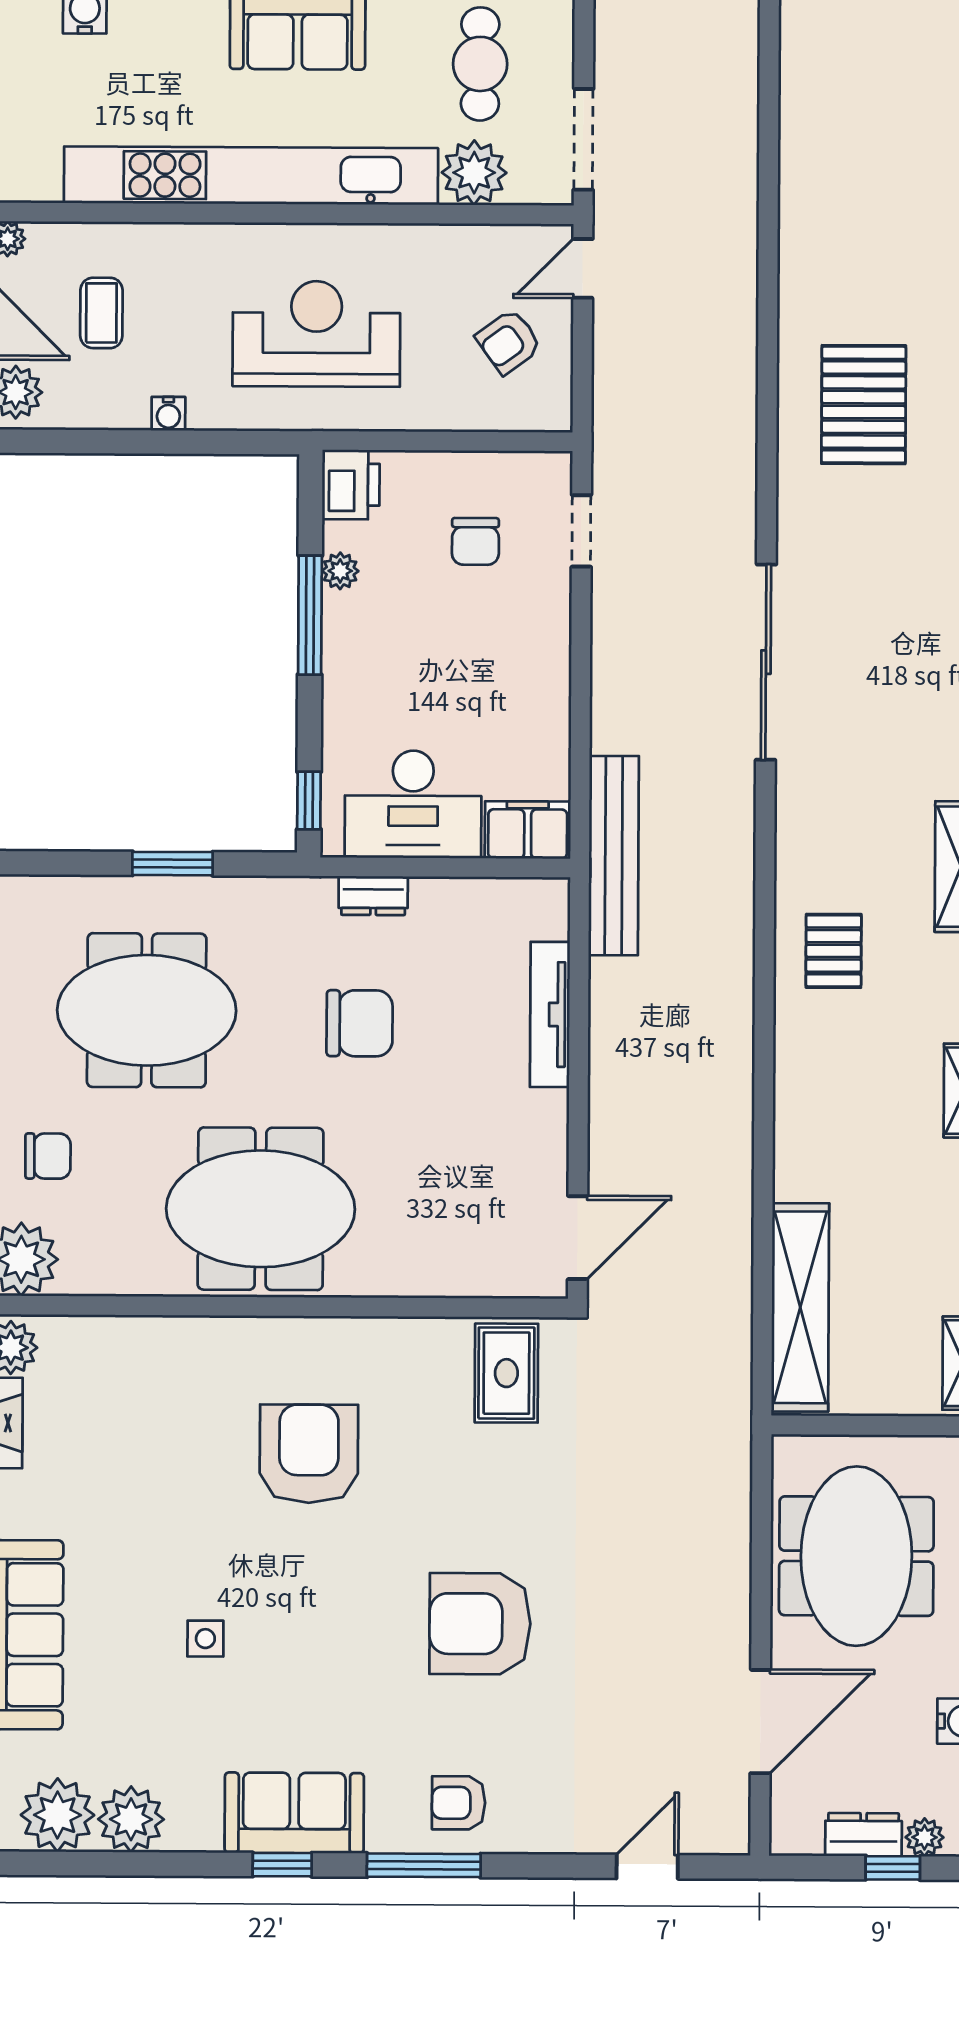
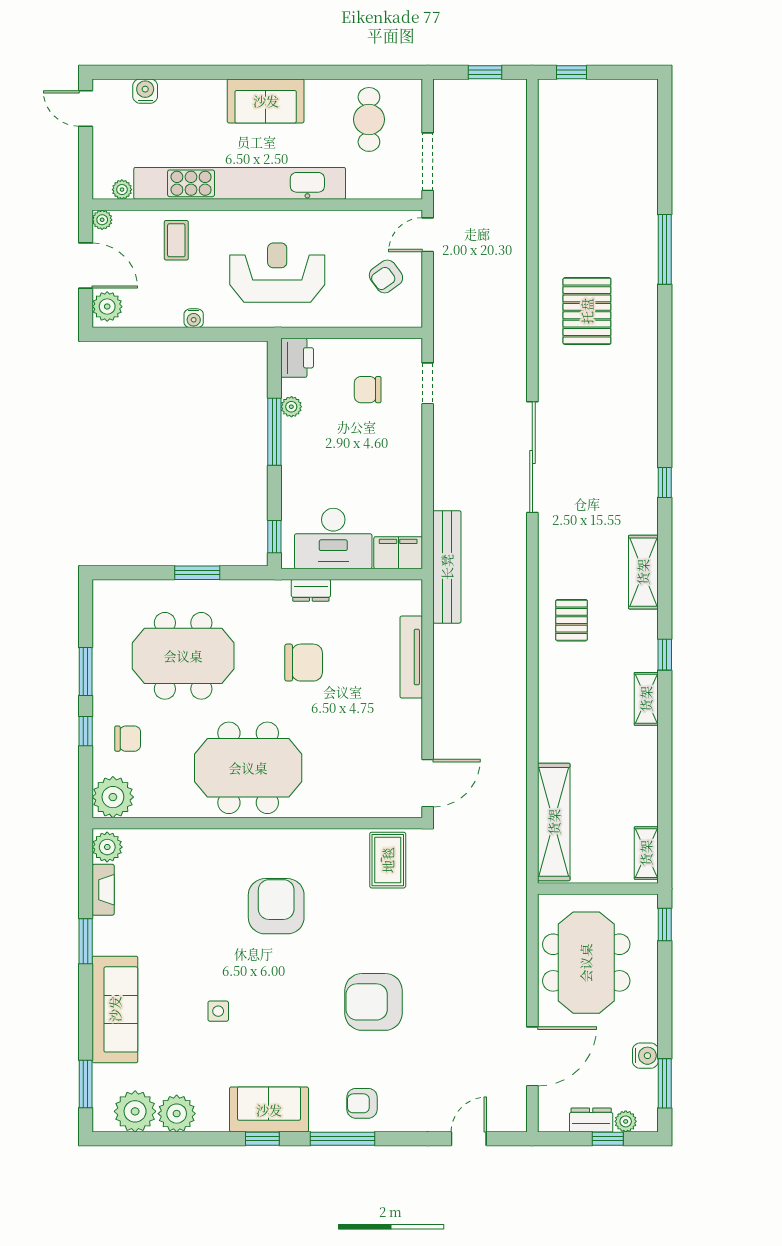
plant: (474, 173) -> (122, 190), moved, width x0.53, depth x0.53
coffee table: (101, 313) -> (176, 240), moved
chair: (475, 541) -> (368, 390), turned 90

